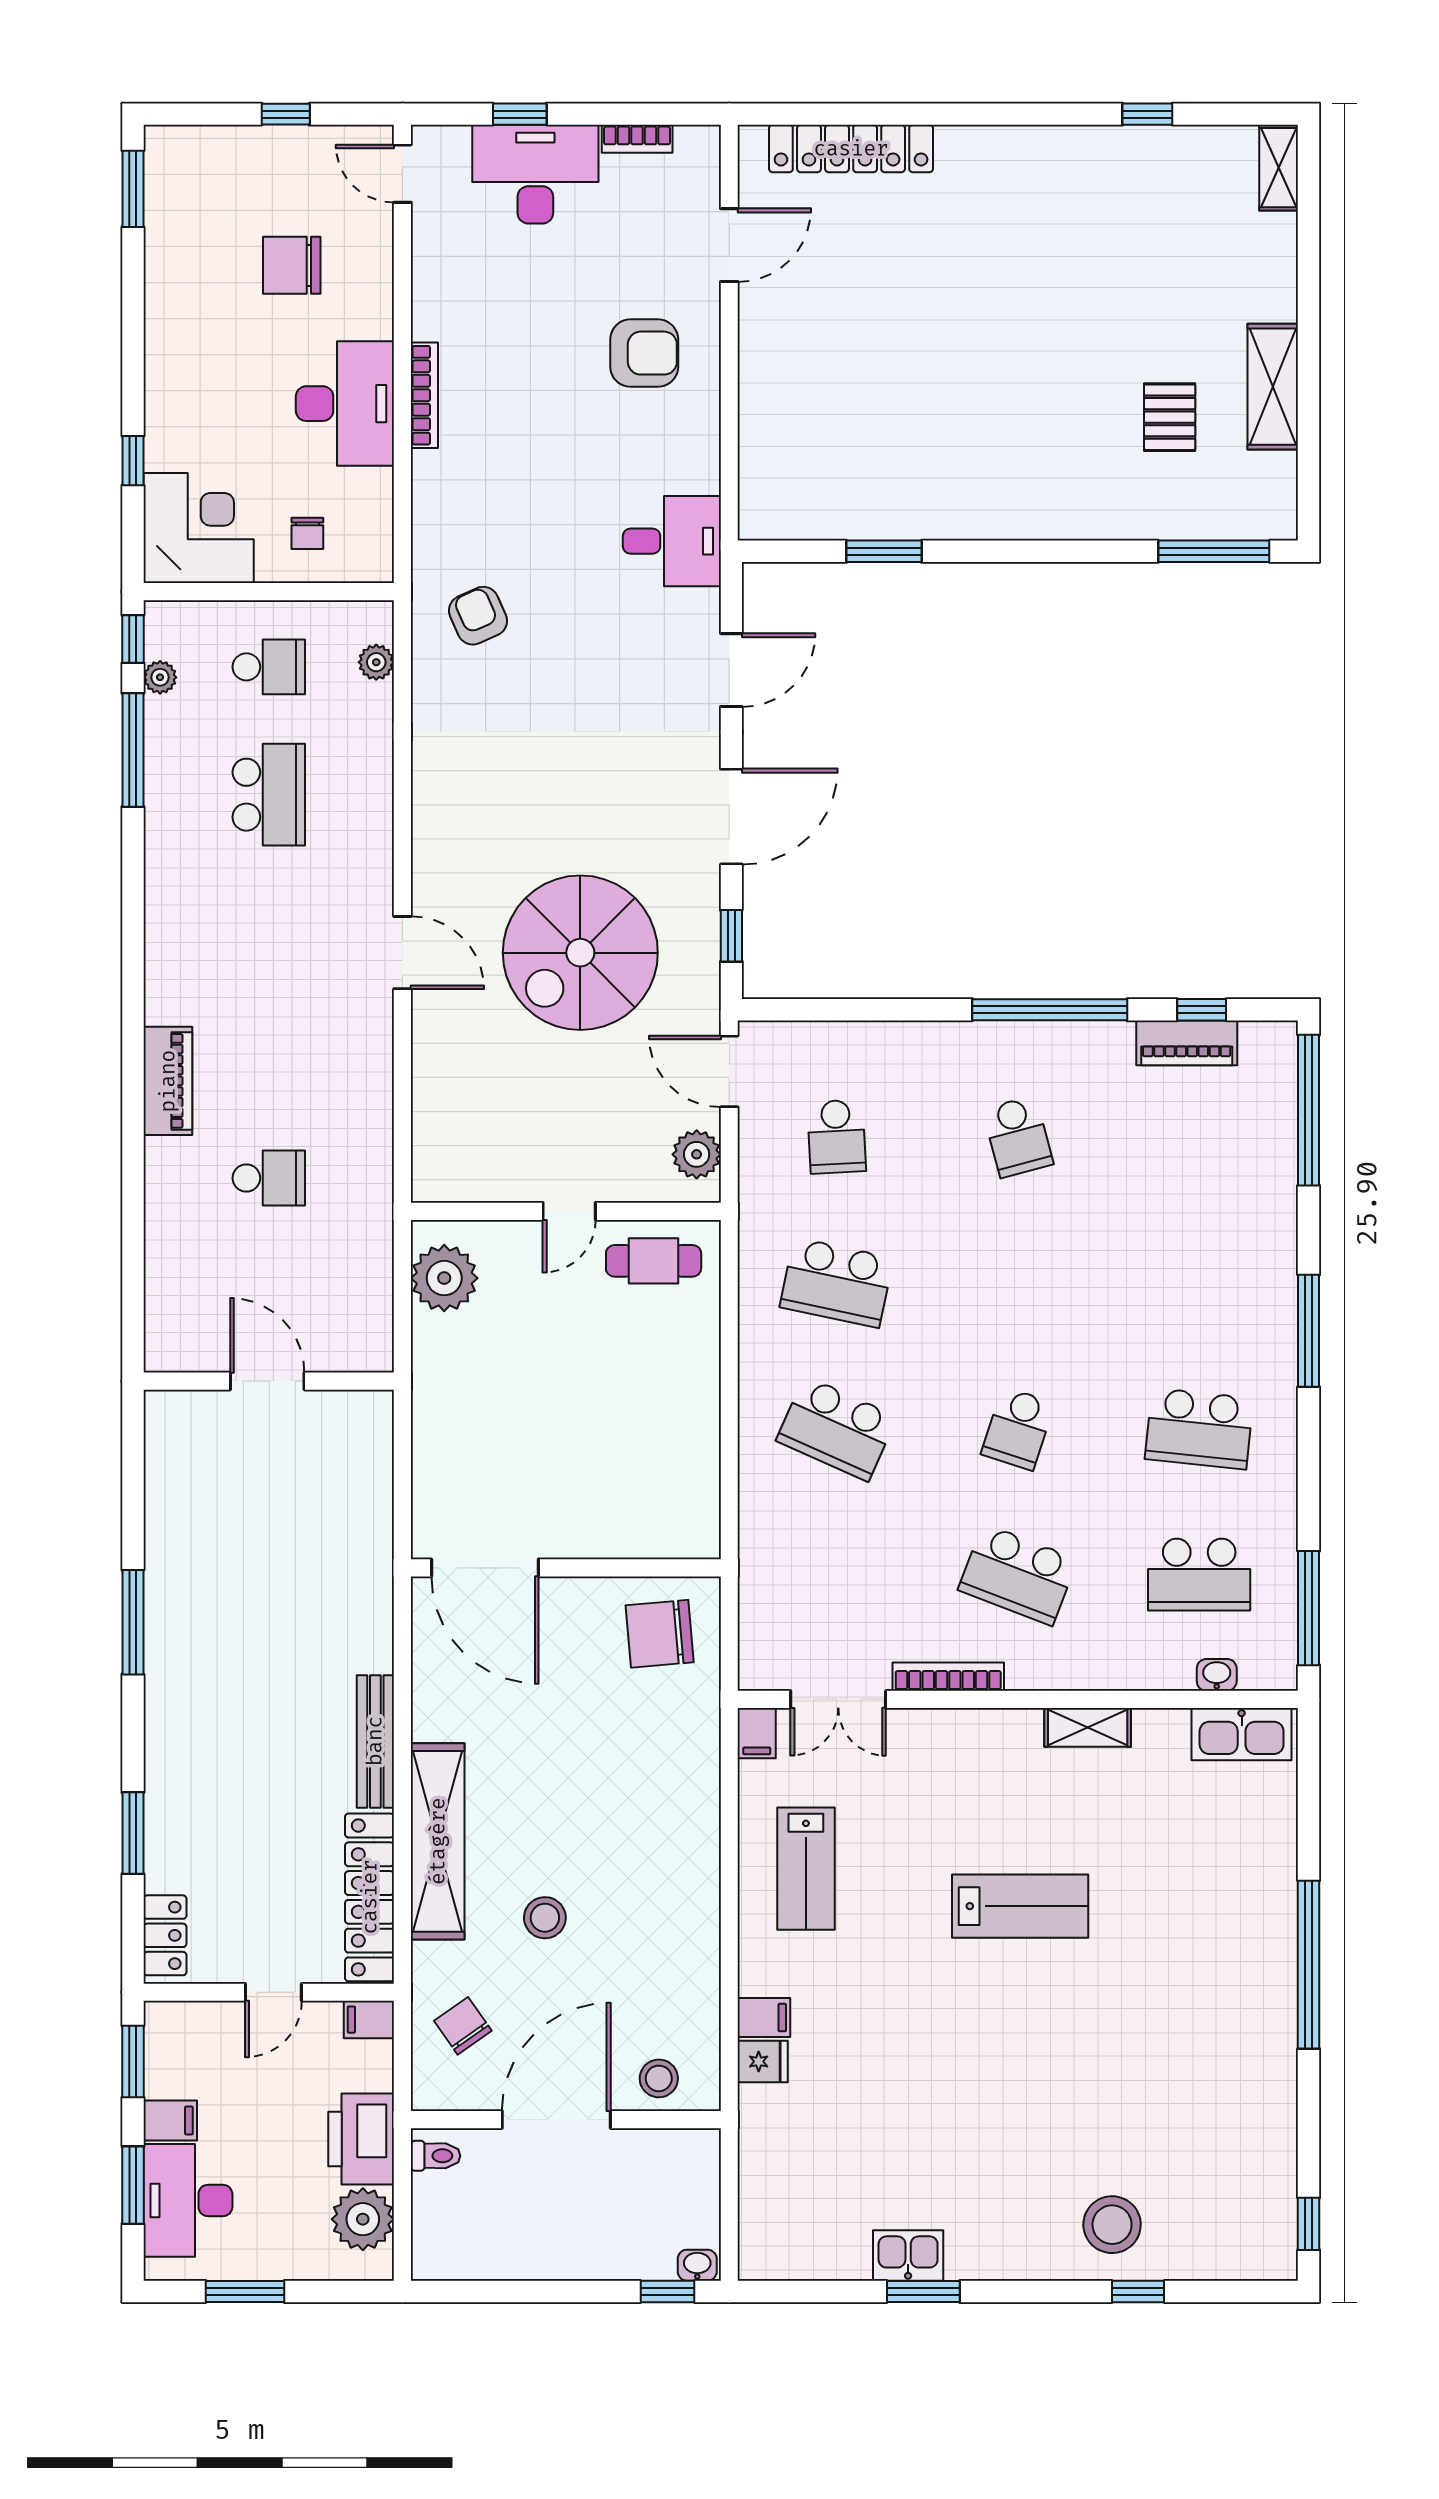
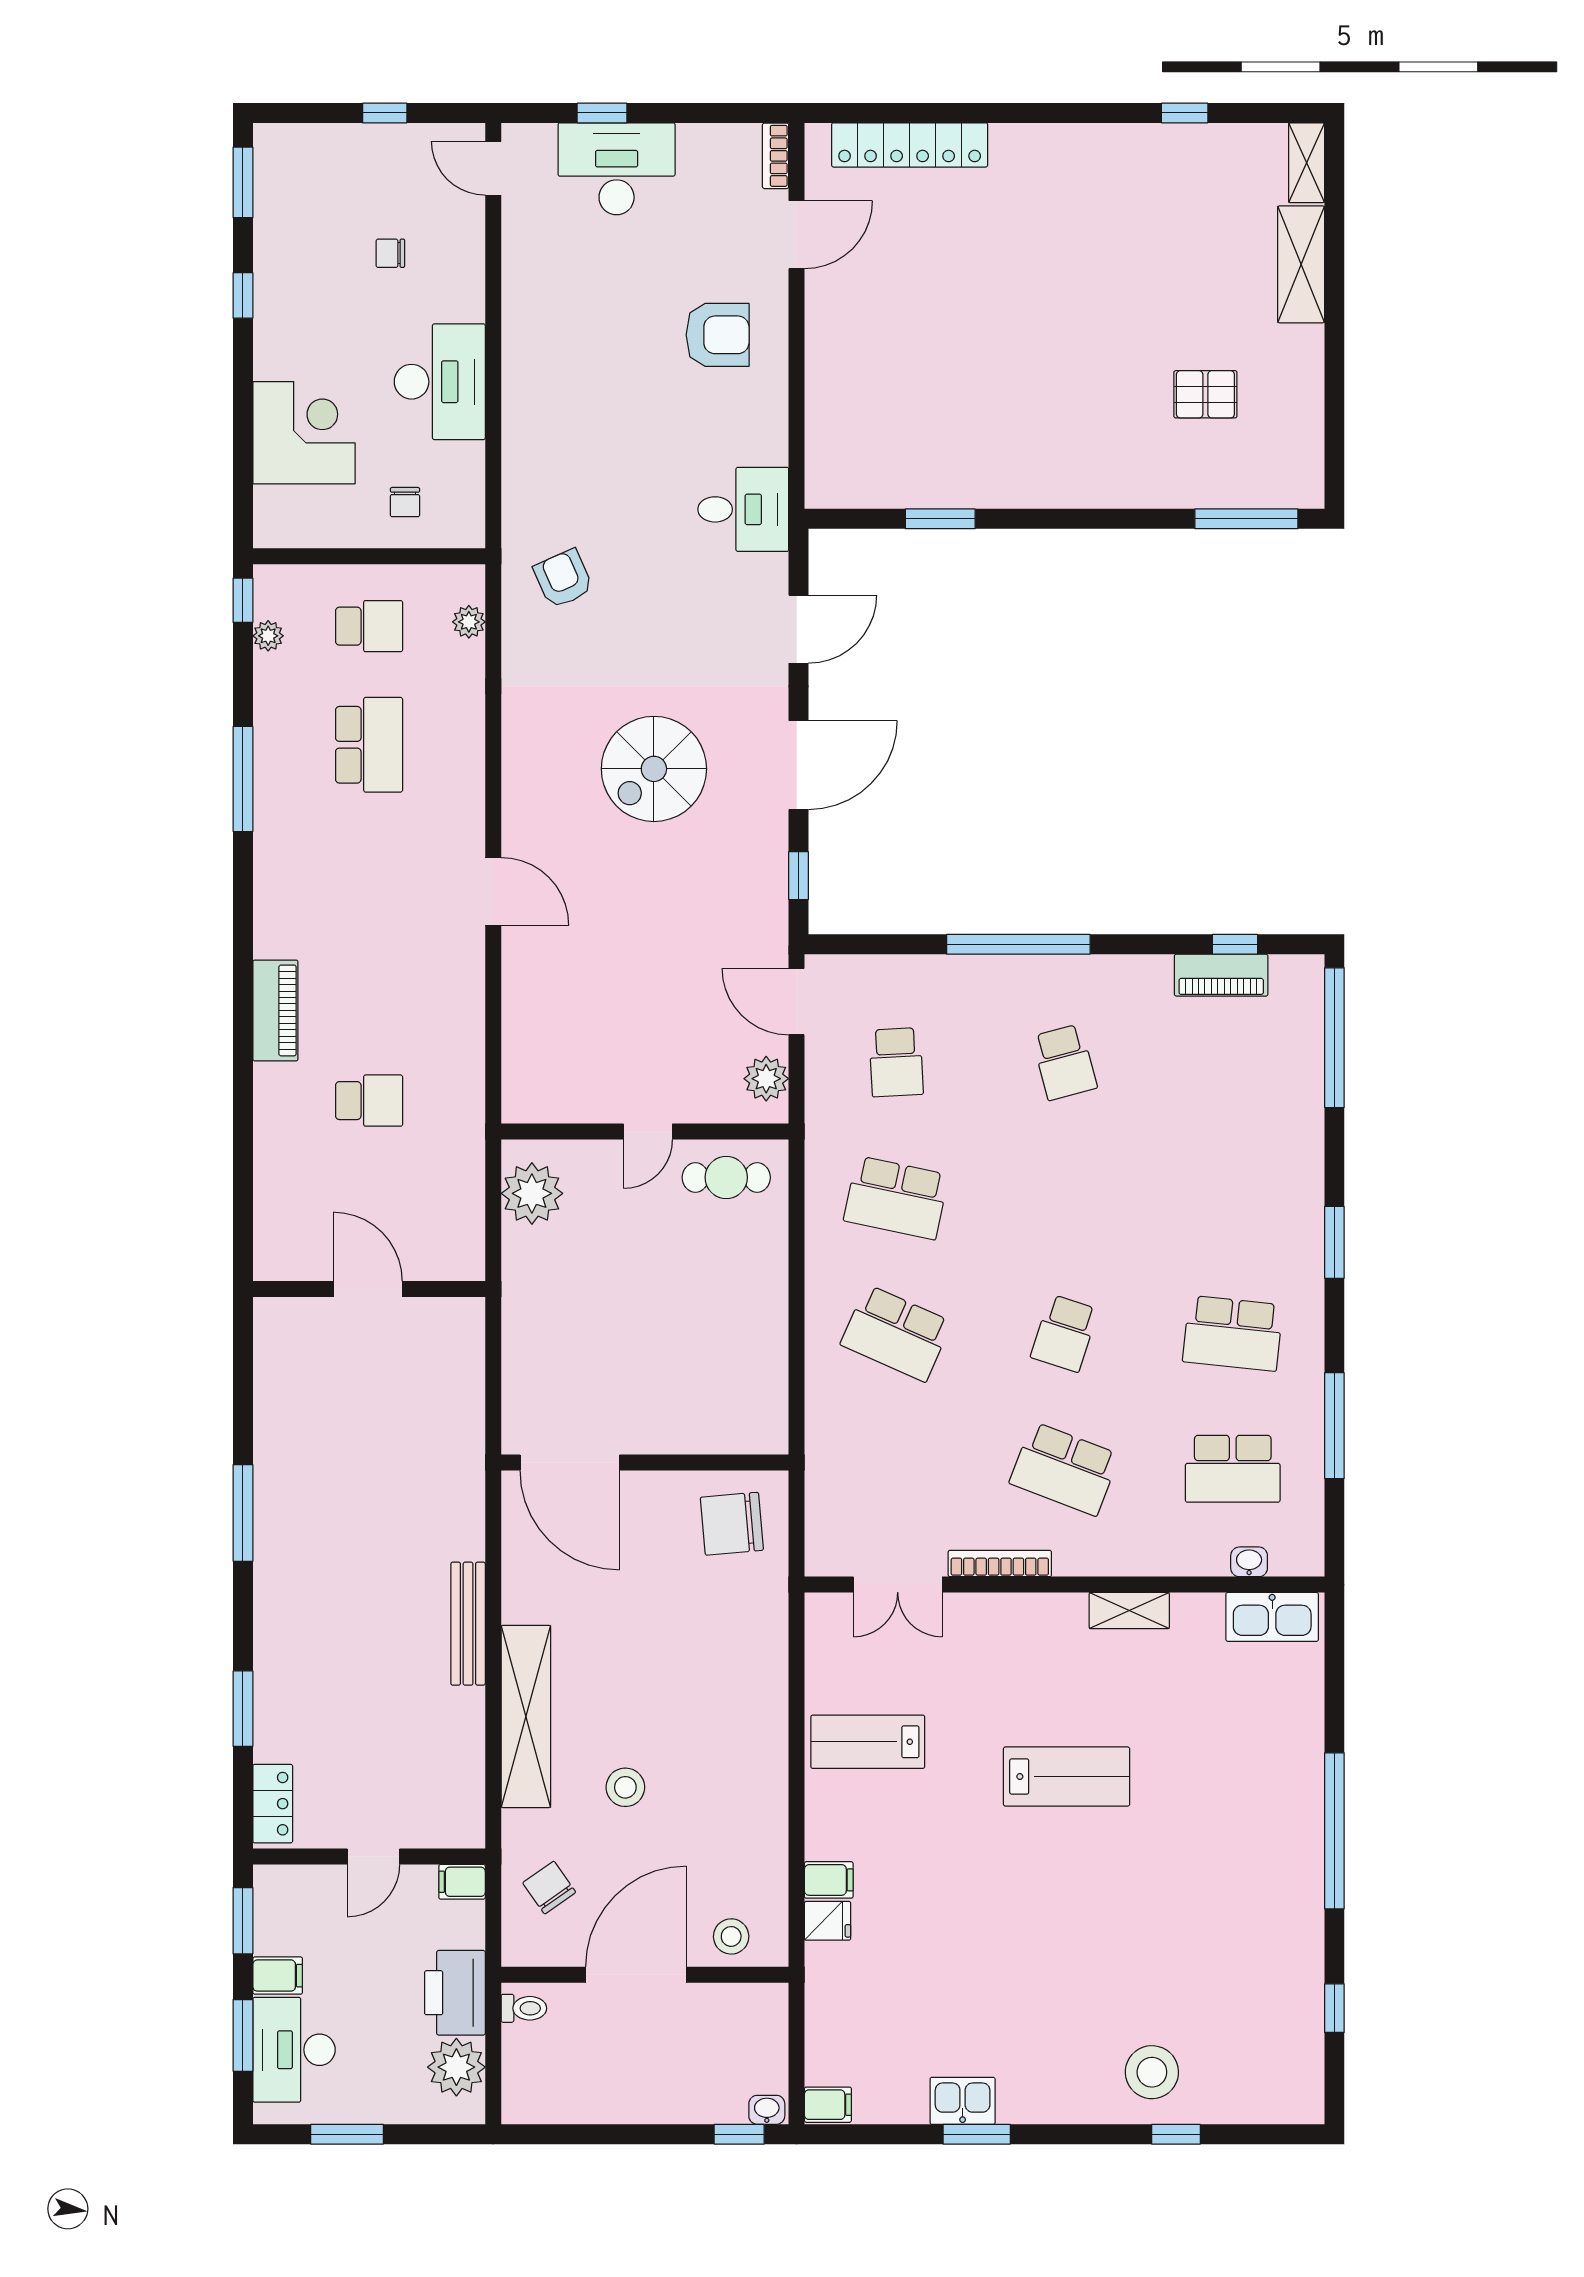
bookcase: (637, 139) -> (776, 156), moved, turned 90
chair: (292, 265) -> (390, 253), width x0.54, depth x0.54
shelving: (1273, 387) -> (1301, 264), moved
bookcase: (424, 395) -> (514, 374), removed
pallet: (1170, 417) -> (1205, 394), turned 90
window: (133, 461) -> (243, 295), moved
corner desk: (199, 528) -> (304, 433), moved
window: (133, 750) -> (243, 779), moved
spiral stairs: (580, 953) -> (654, 769), moved, width x0.73, depth x0.73
window: (1050, 1010) -> (1018, 944), moved
window: (1309, 1331) -> (1334, 1242), width x0.69
window: (1309, 1608) -> (1334, 1426), moved
filing cabinet: (757, 1733) -> (828, 2105), moved, turned -90
lab bench: (806, 1869) -> (868, 1742), turned 90
locker: (370, 1897) -> (463, 1768), removed
window: (1309, 2224) -> (1334, 2008), moved

